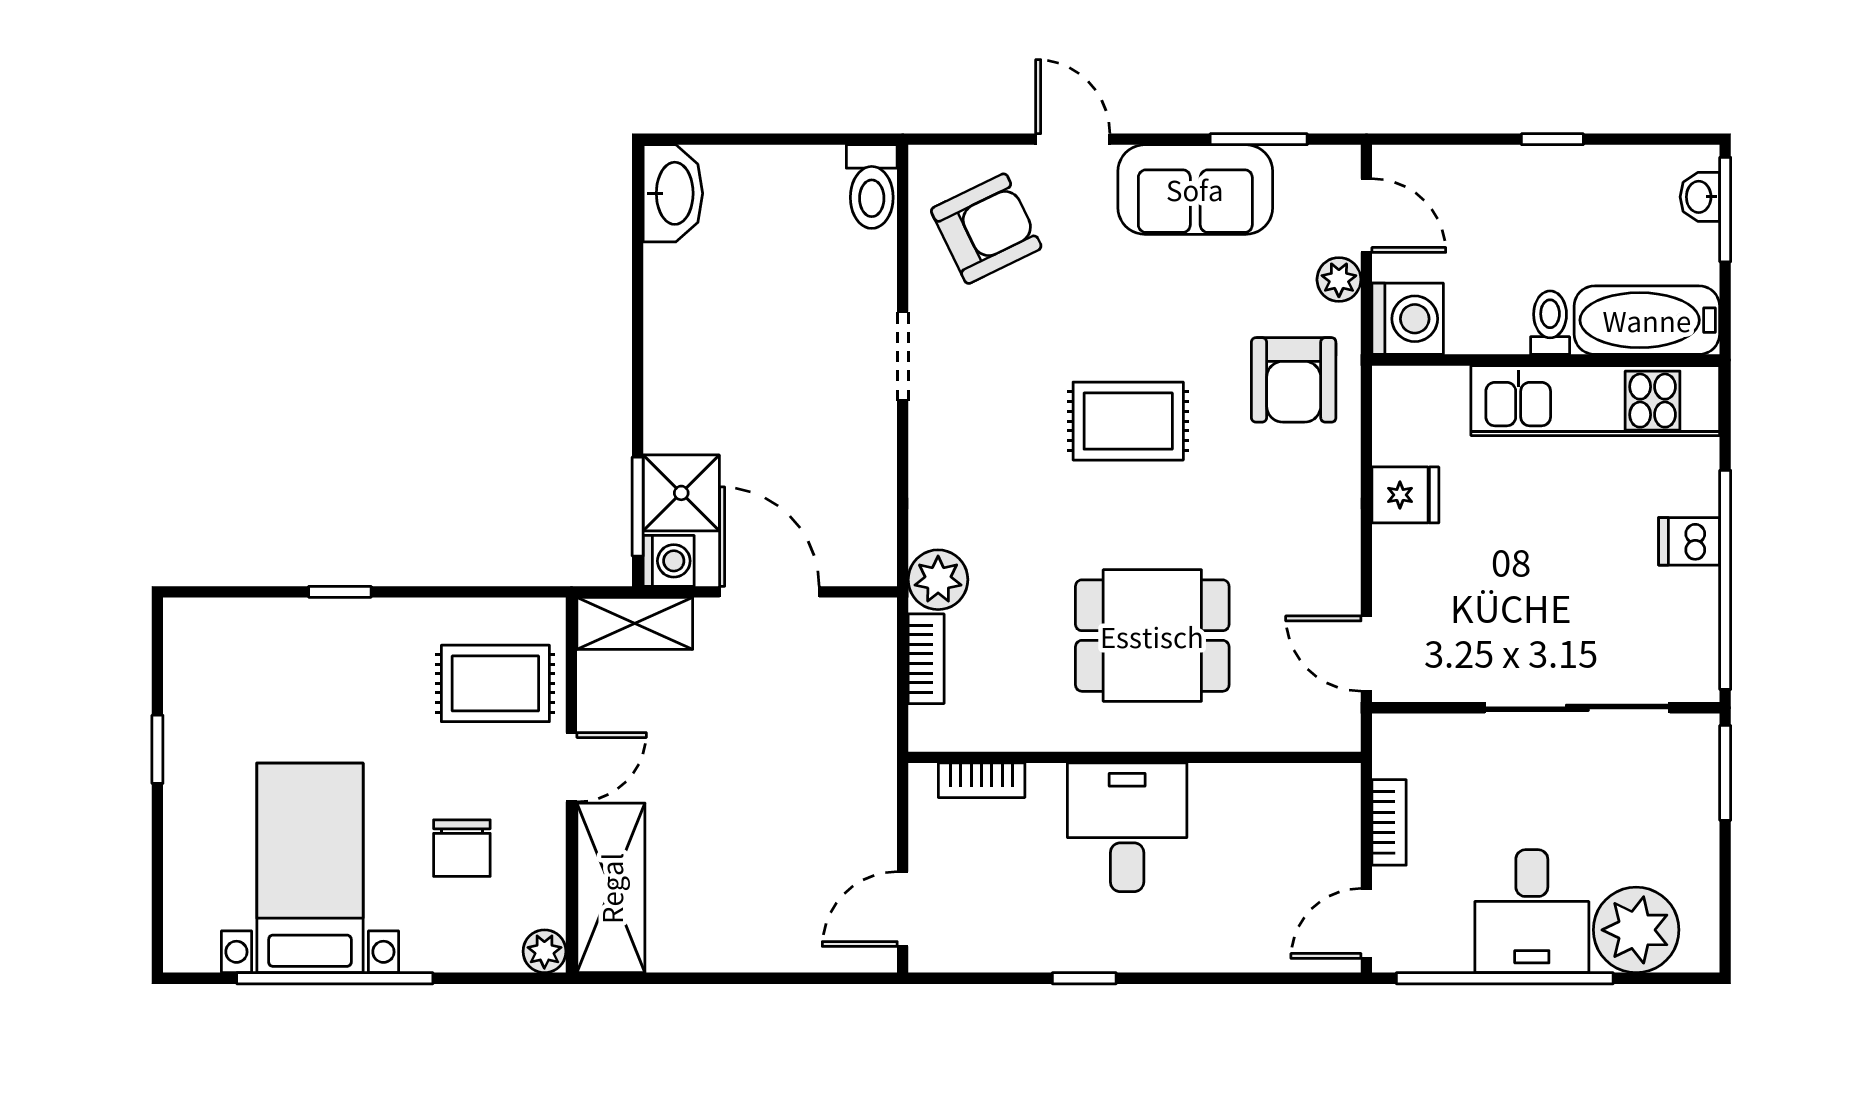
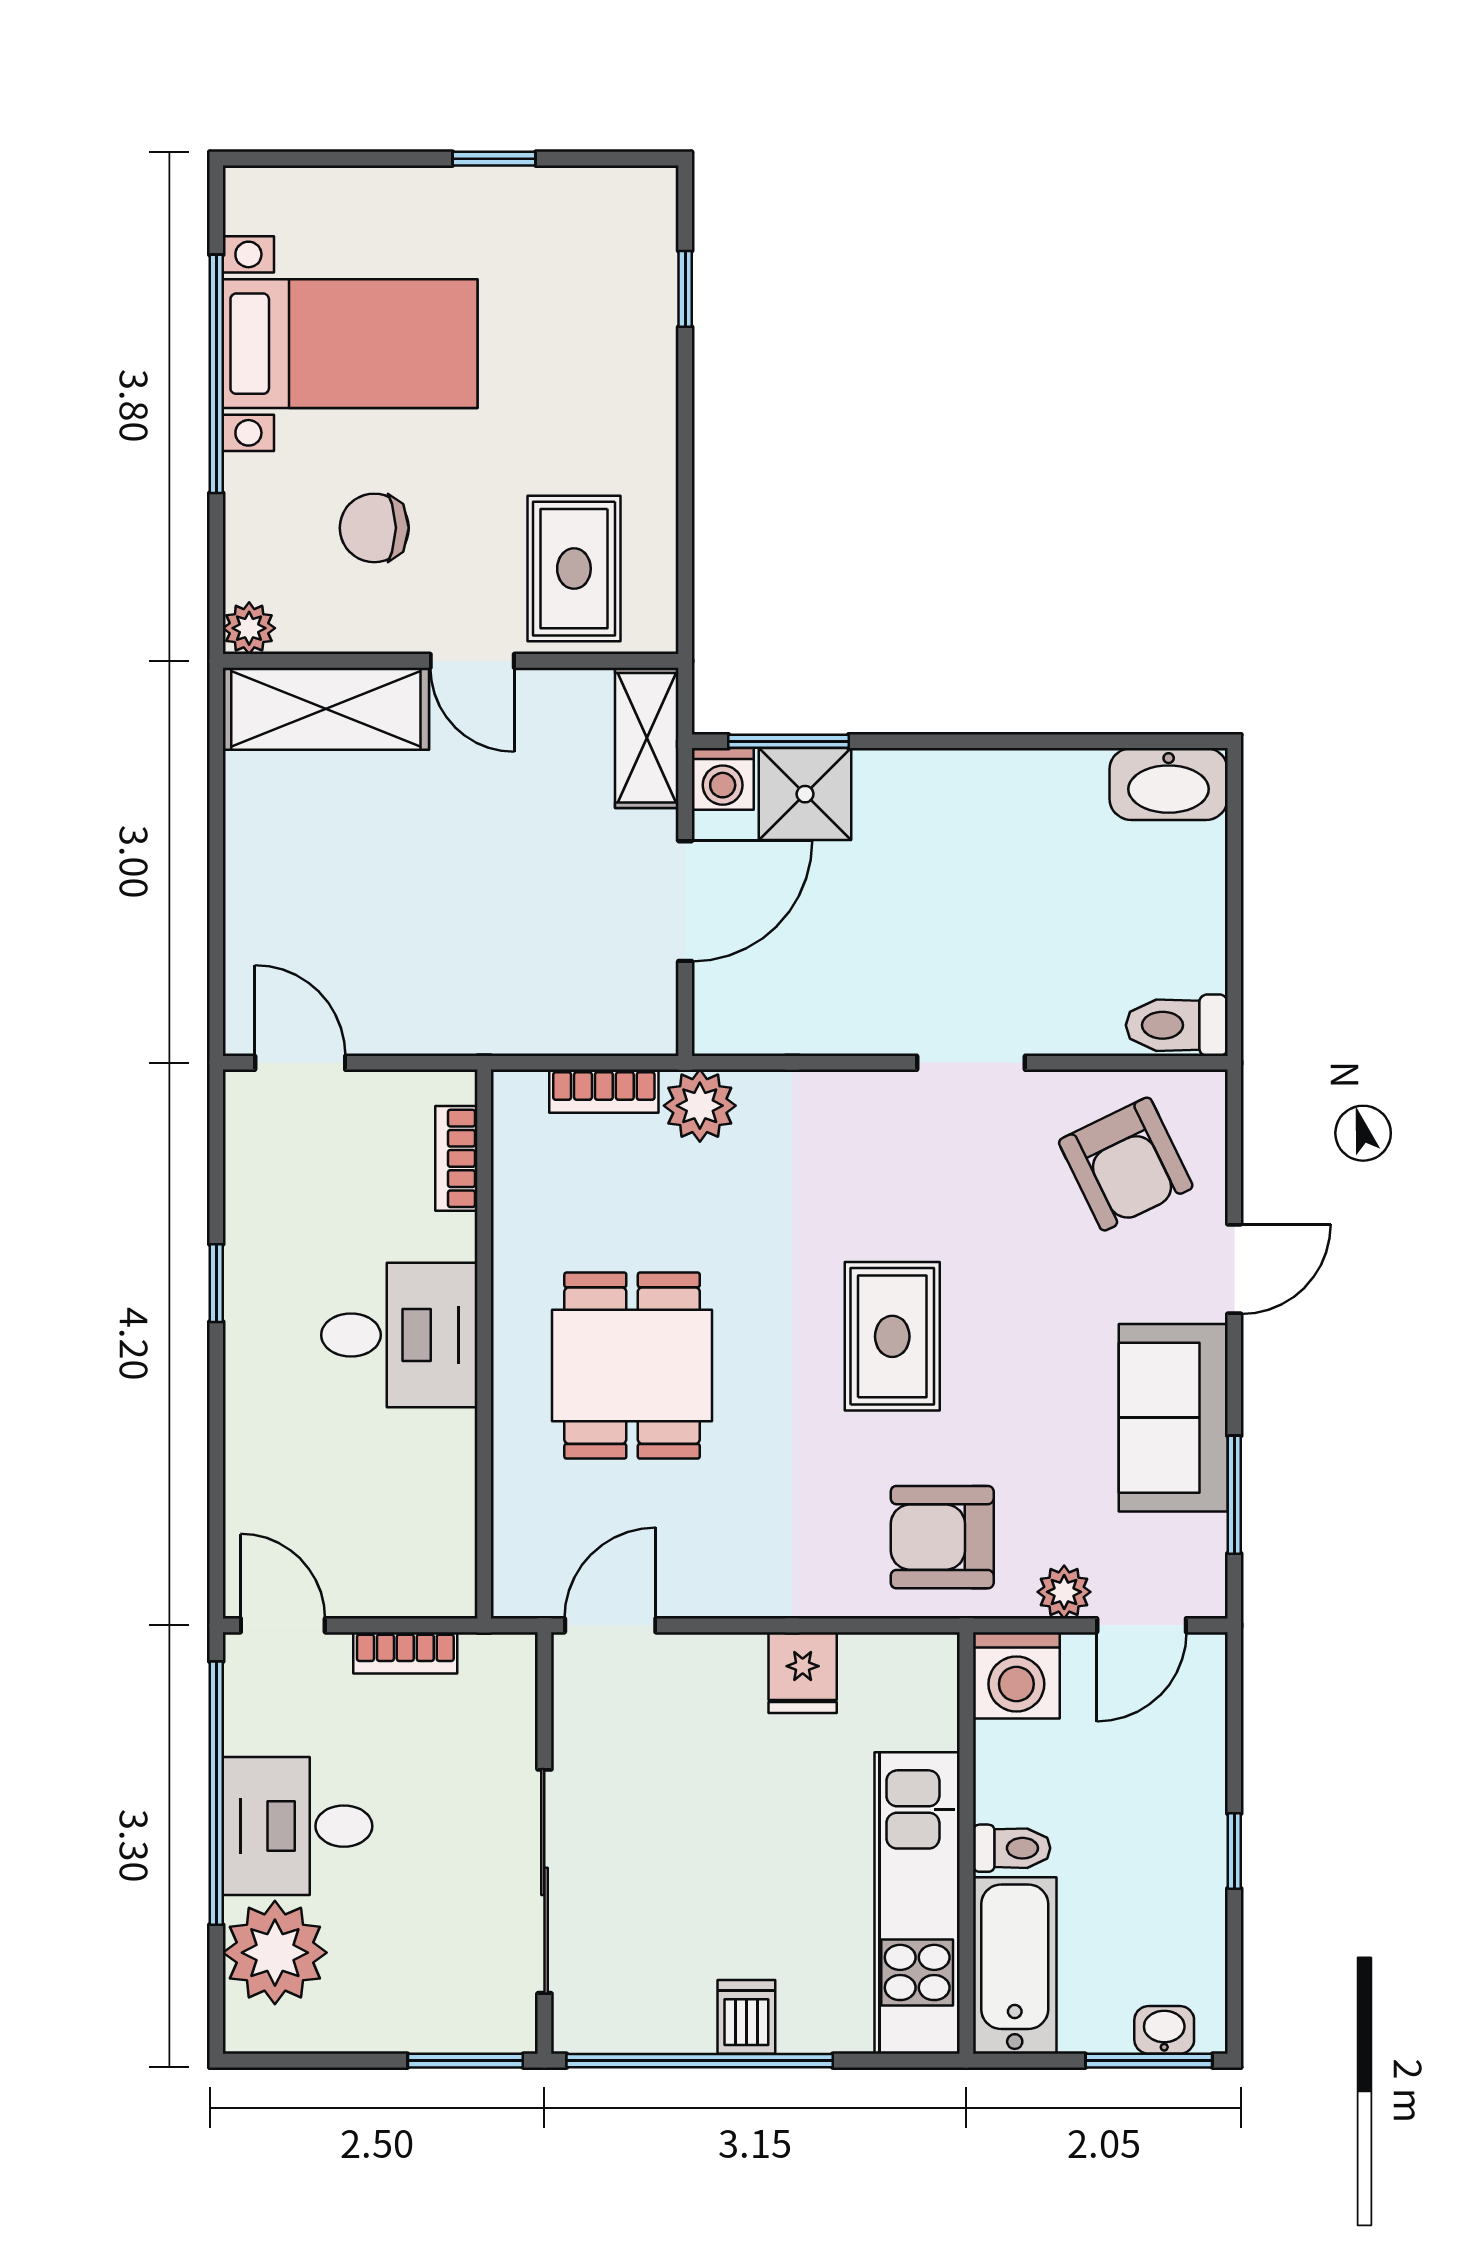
window: (340, 592) -> (685, 289), moved

